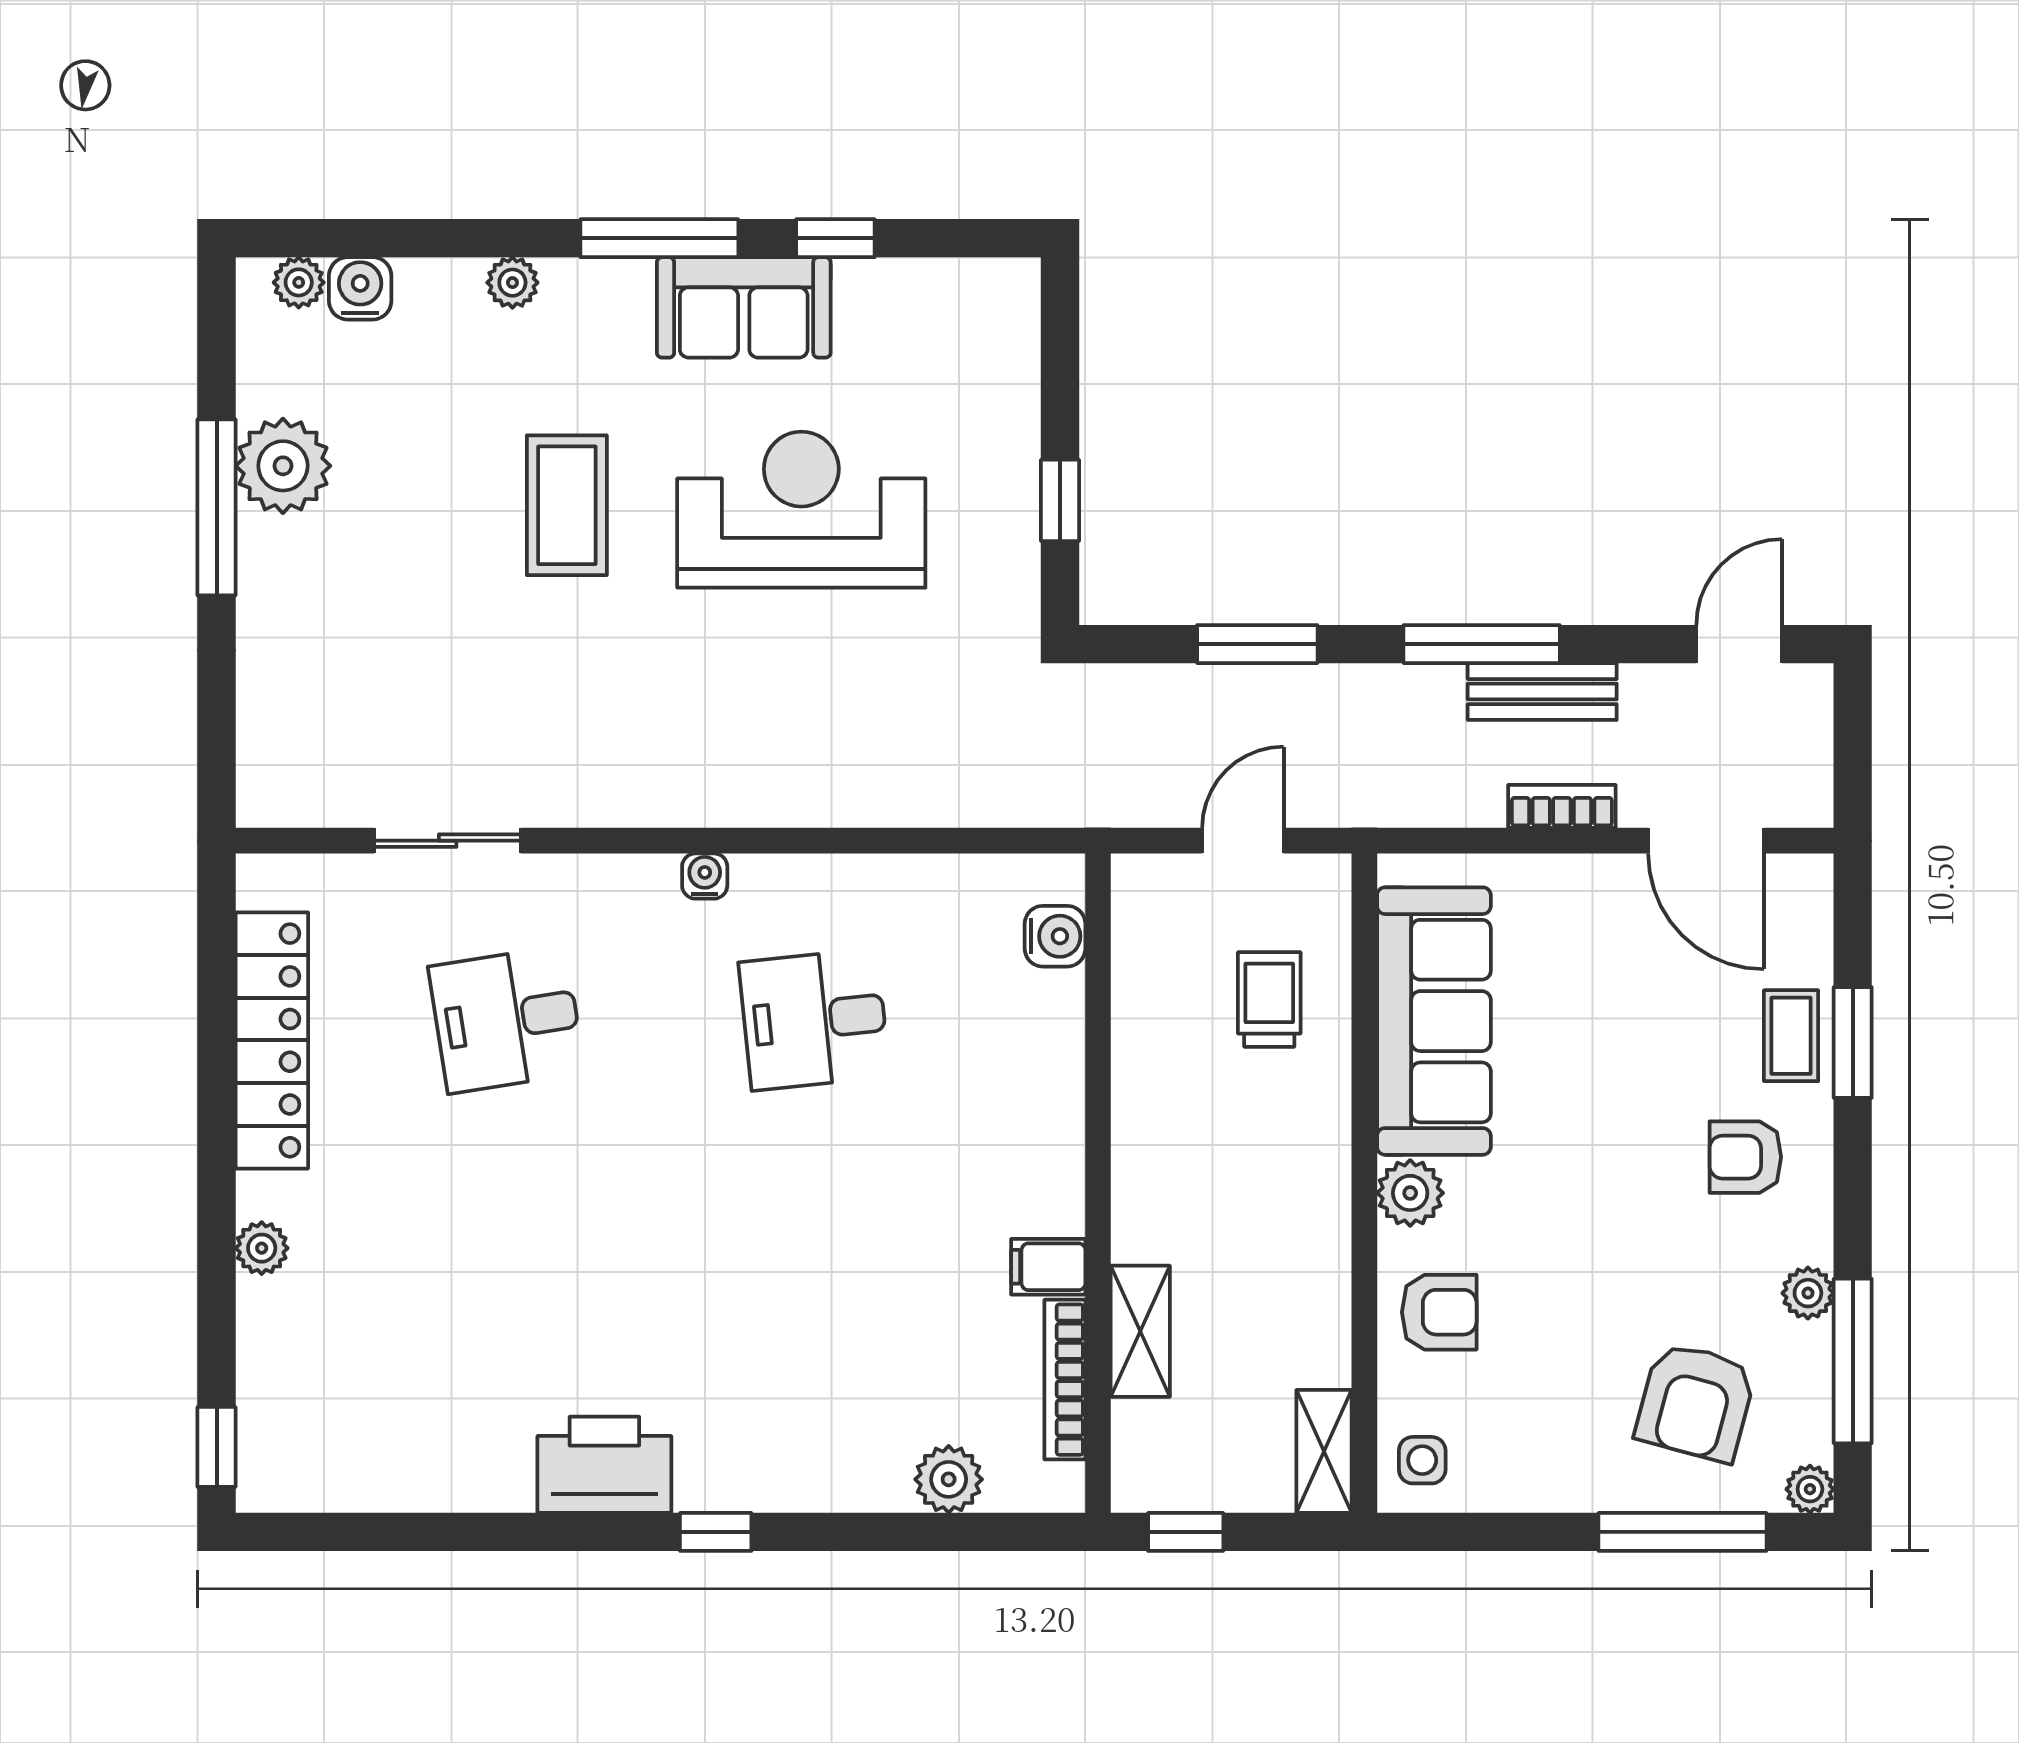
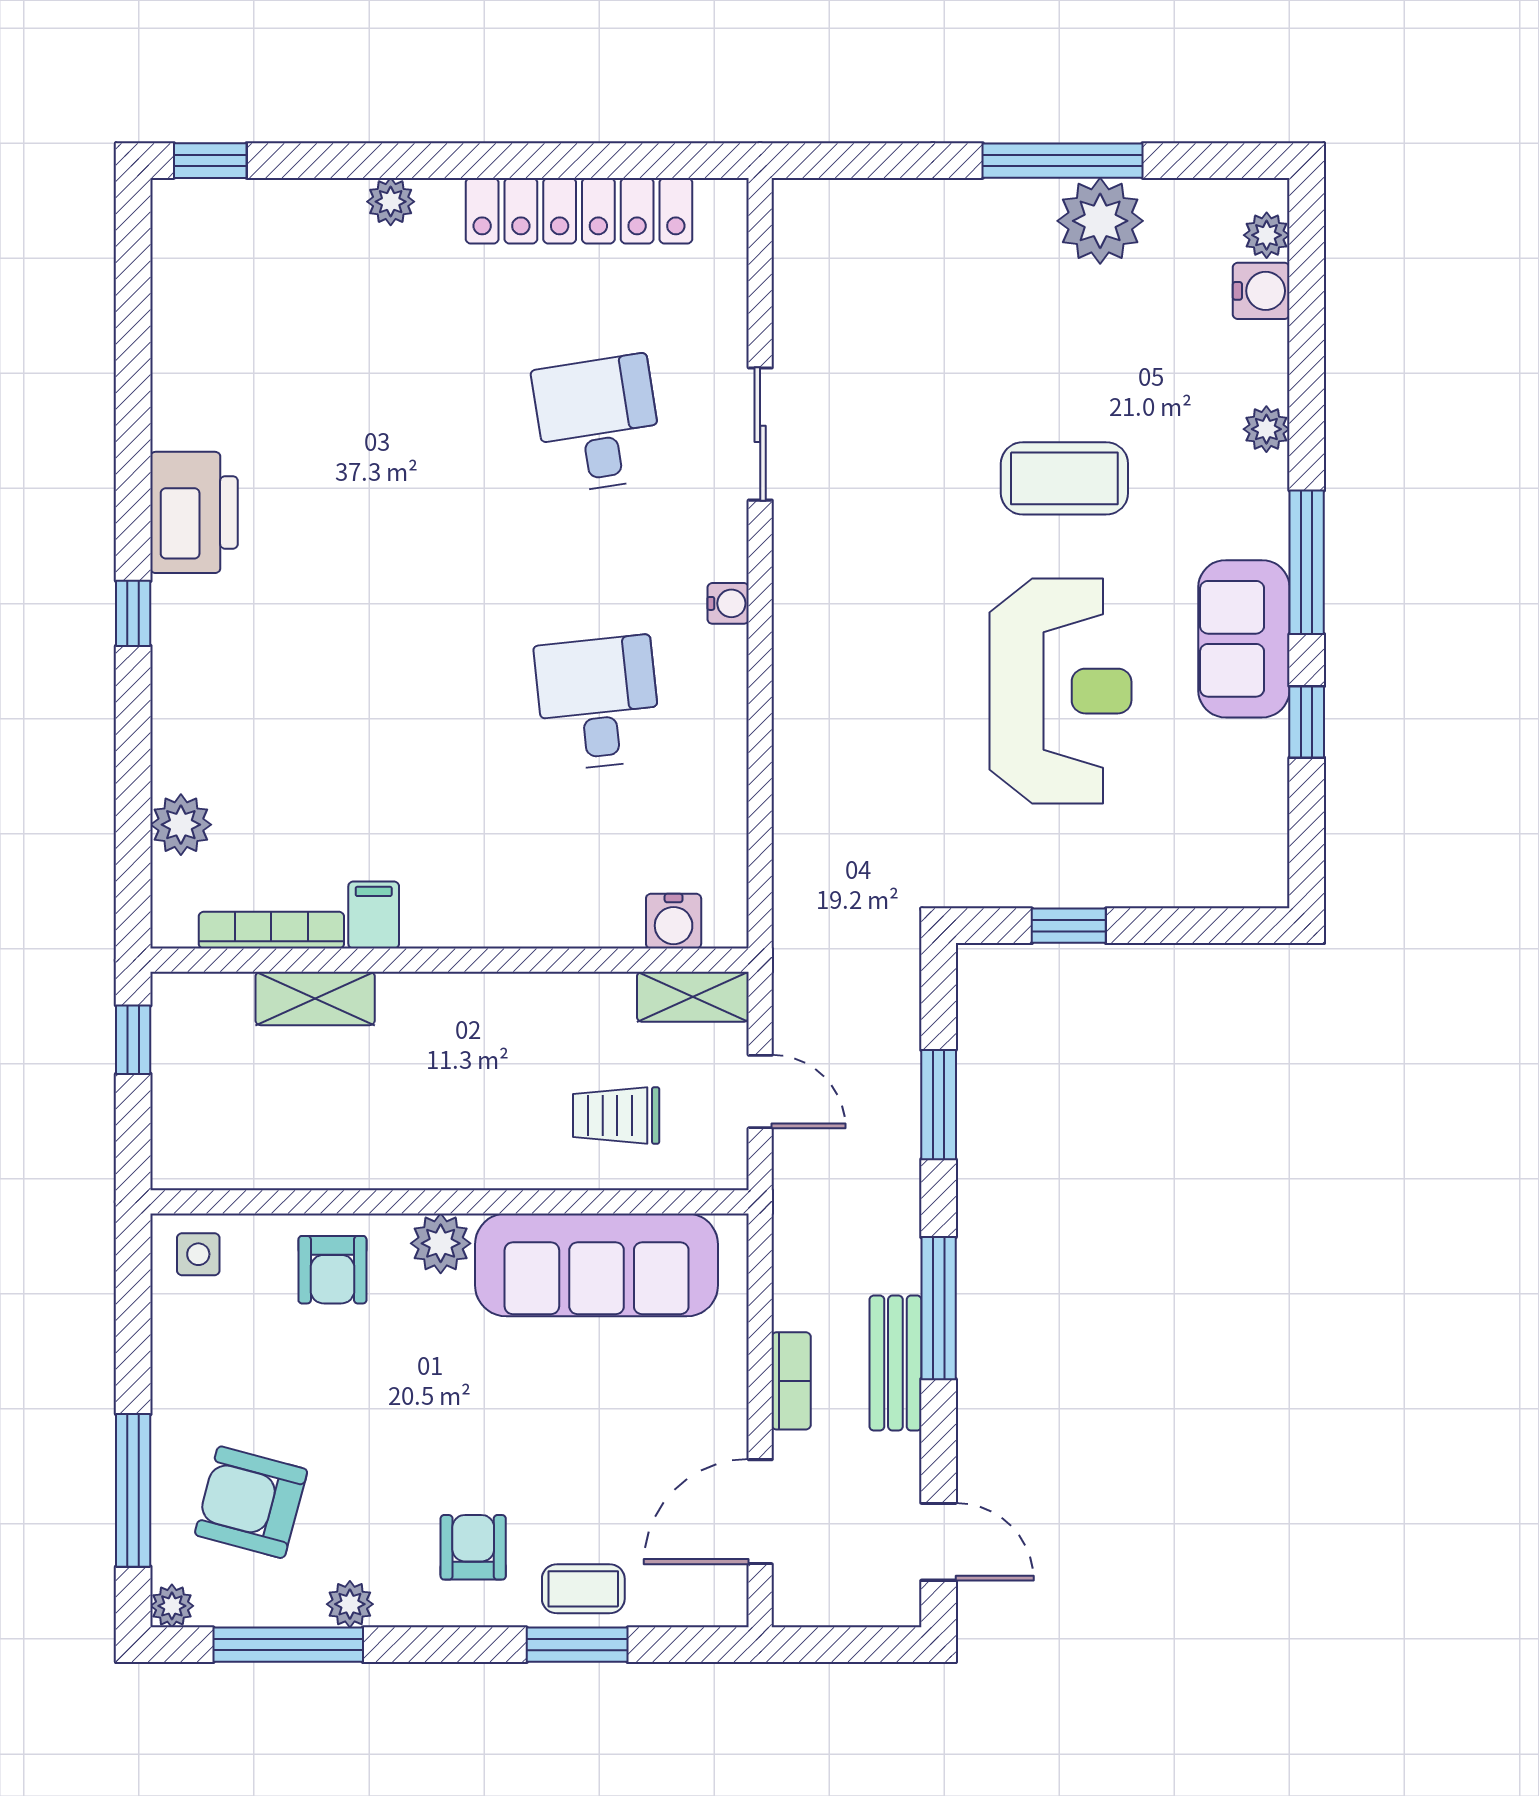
sliding door: (448, 841) -> (760, 434), moved
trolley: (1269, 999) -> (616, 1115), turned 180
shelving: (1324, 1451) -> (693, 997), moved

